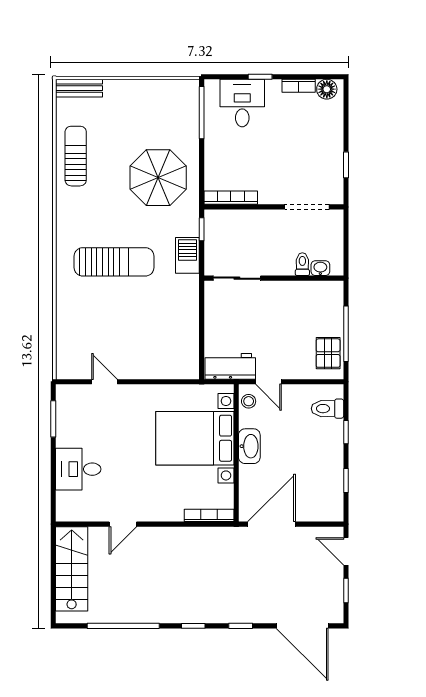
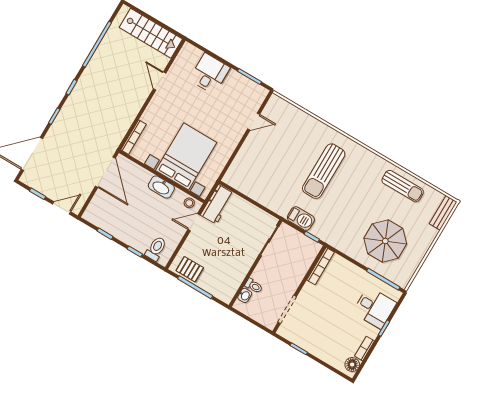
parasol: (158, 178) -> (385, 241), moved

